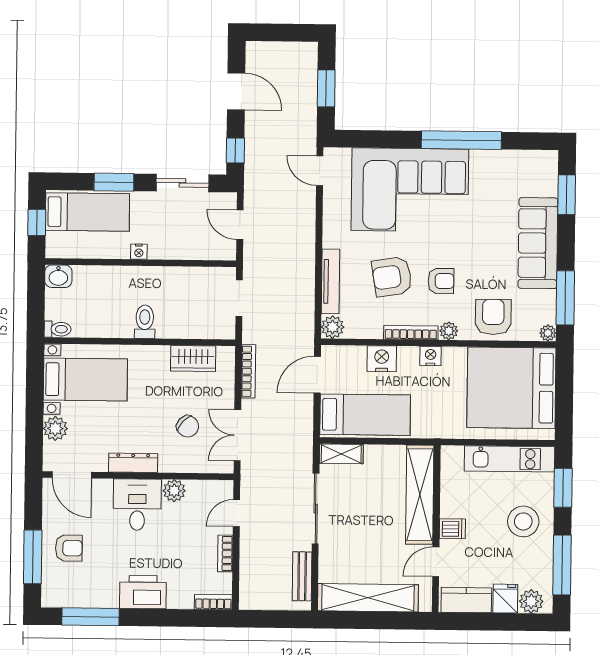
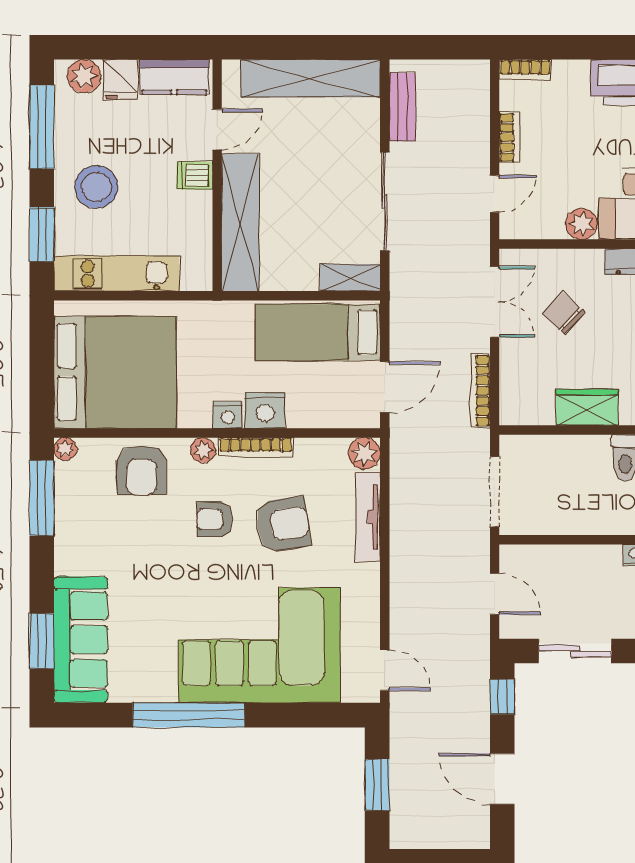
sofa: (538, 243) -> (81, 640), moved
doorway: (239, 298) -> (495, 492), width x1.38
wardrobe: (193, 359) -> (587, 407), moved
nightstand: (382, 359) -> (265, 410), moved

